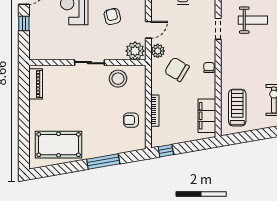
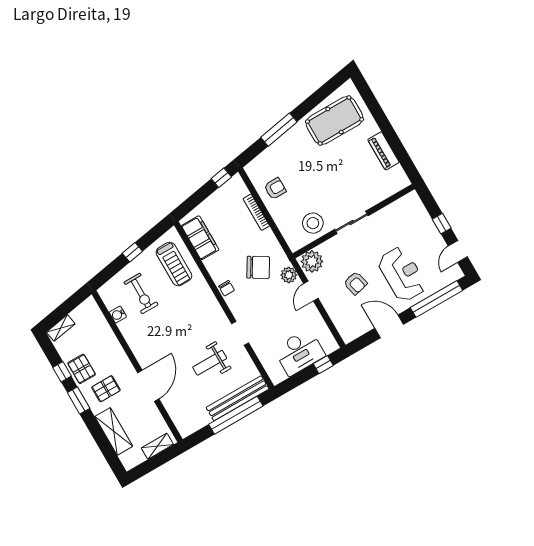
piano: (36, 84) -> (383, 151), moved
window: (263, 134) -> (132, 252), added

